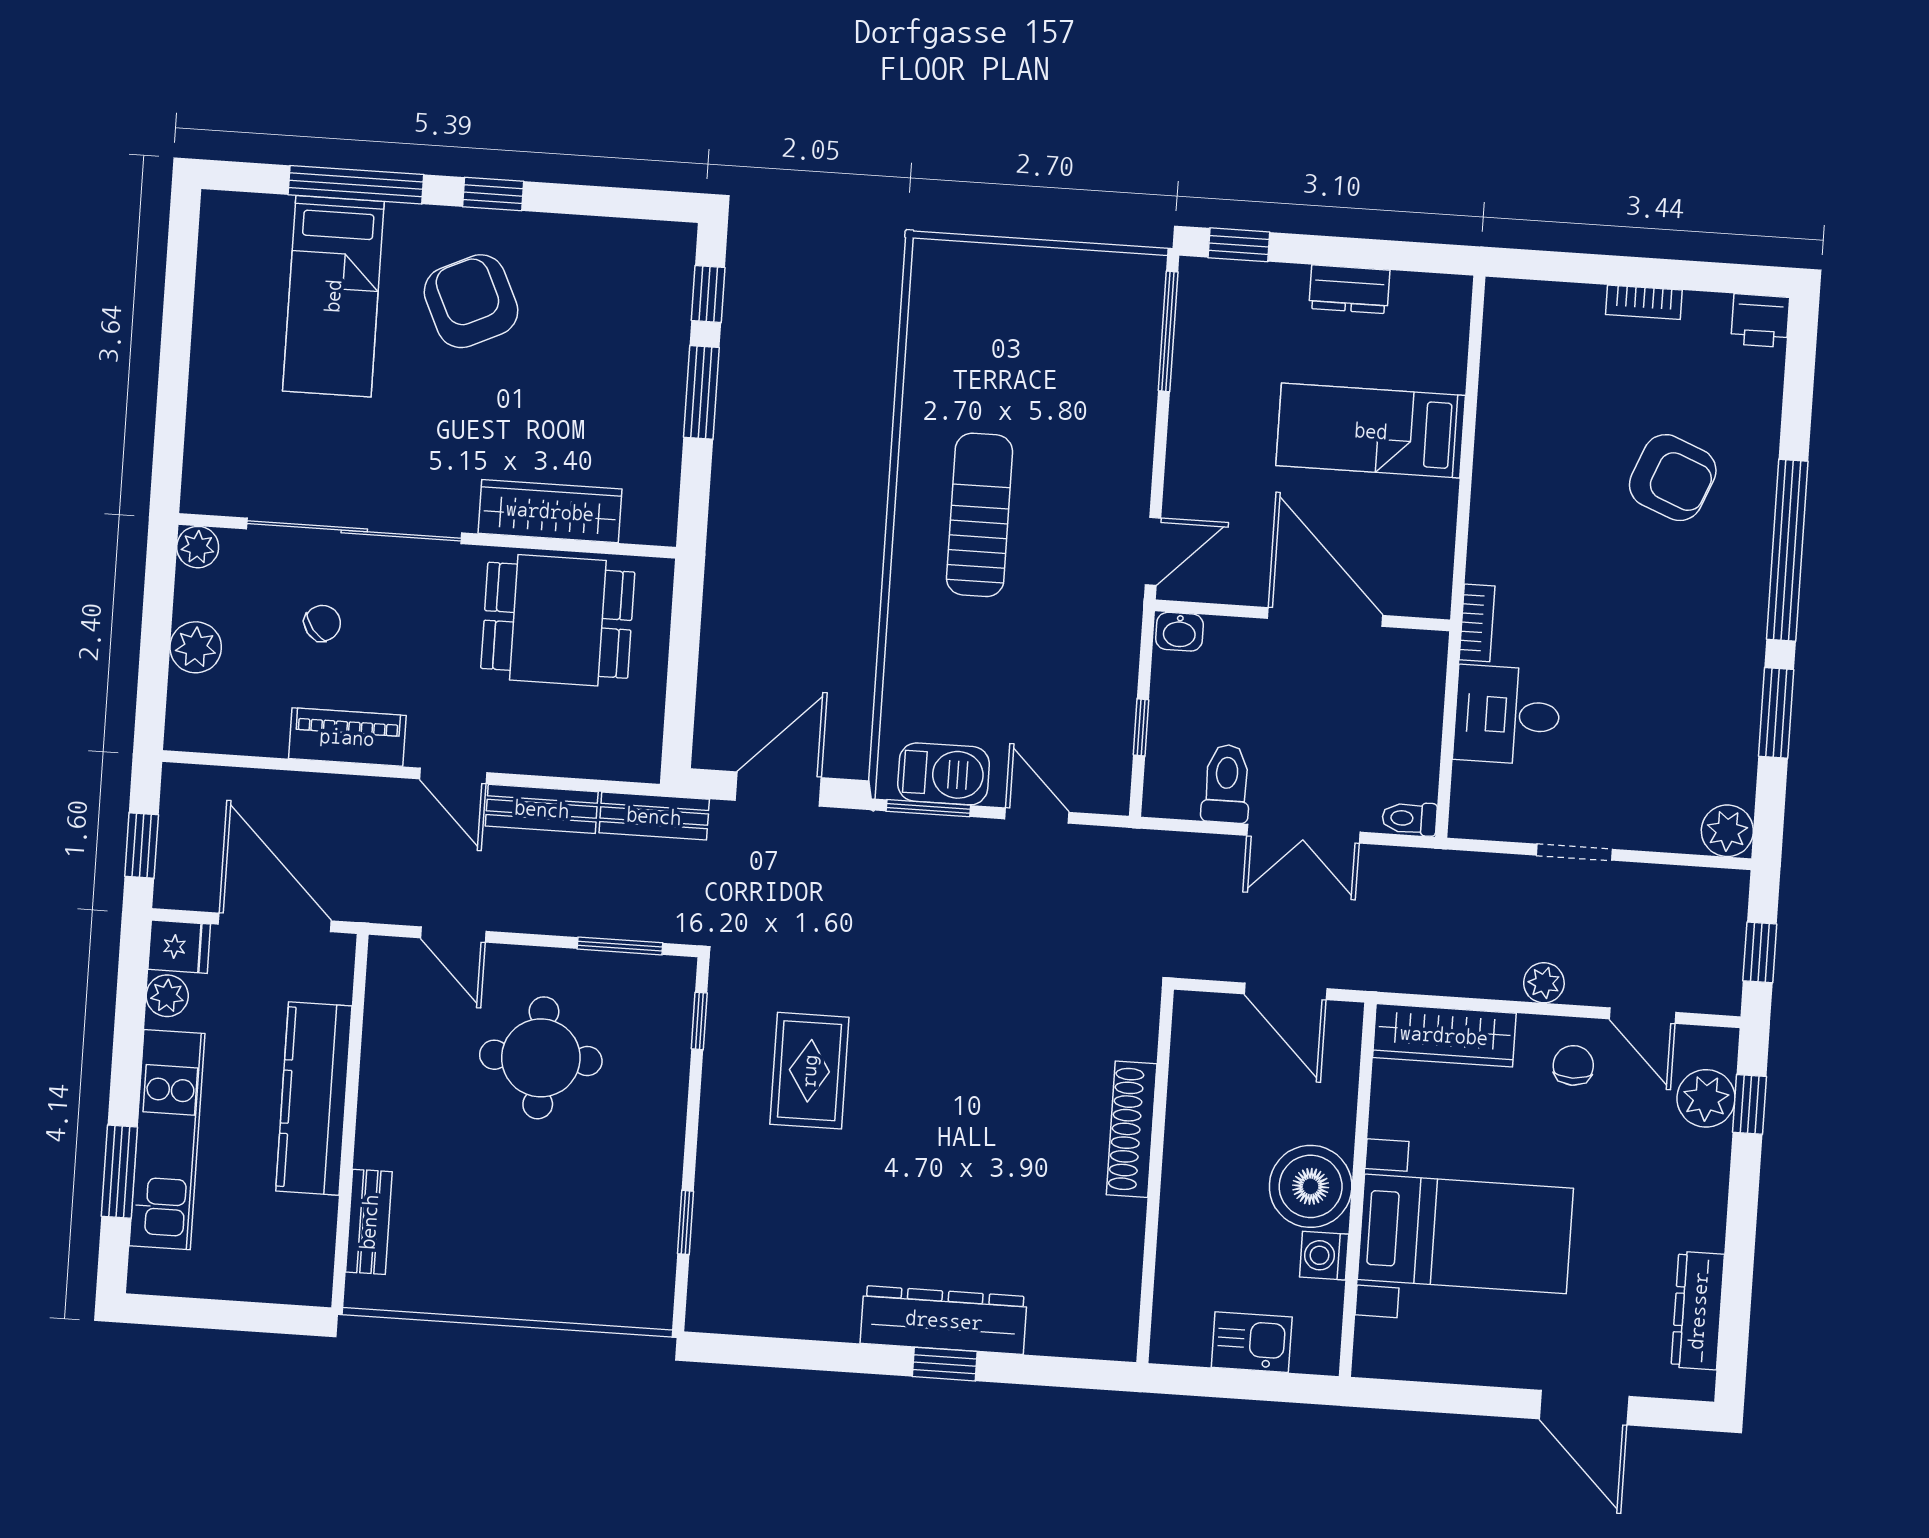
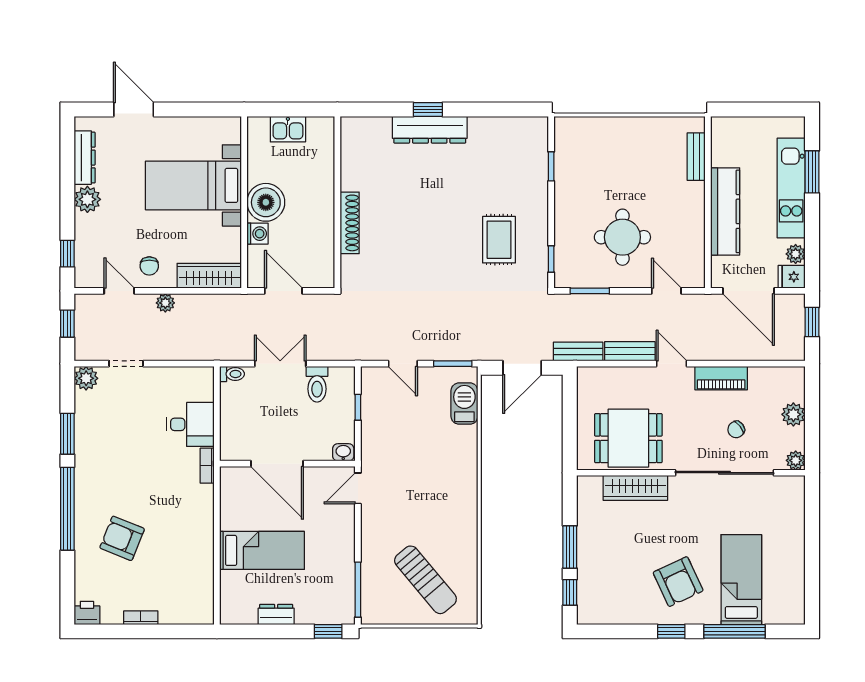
sun lounger: (980, 515) -> (425, 580), moved, turned -40
barbecue: (944, 774) -> (464, 404), moved, turned 90
doorway: (1574, 852) -> (126, 364), moved
plant: (1706, 1098) -> (87, 199), moved
washing machine: (1324, 1256) -> (257, 234), moved

